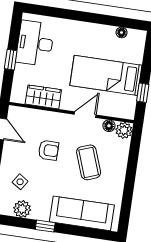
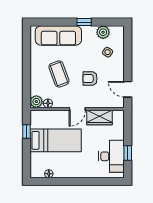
window: (11, 60) -> (128, 153), moved
door: (85, 115) -> (77, 109), moved

